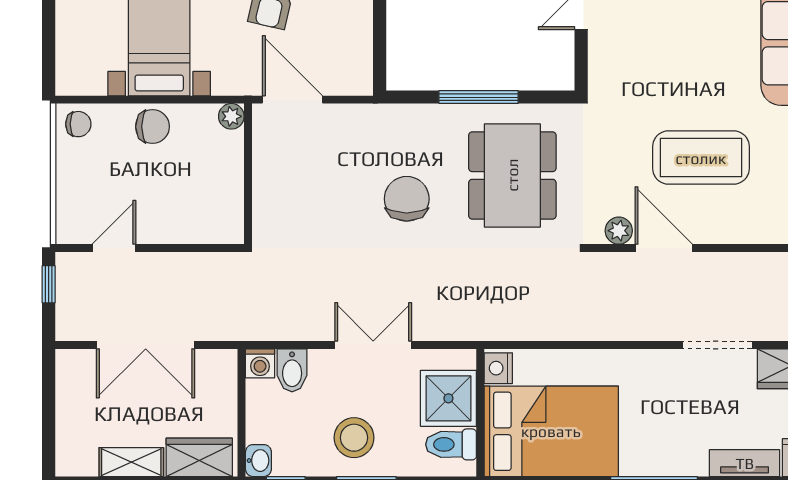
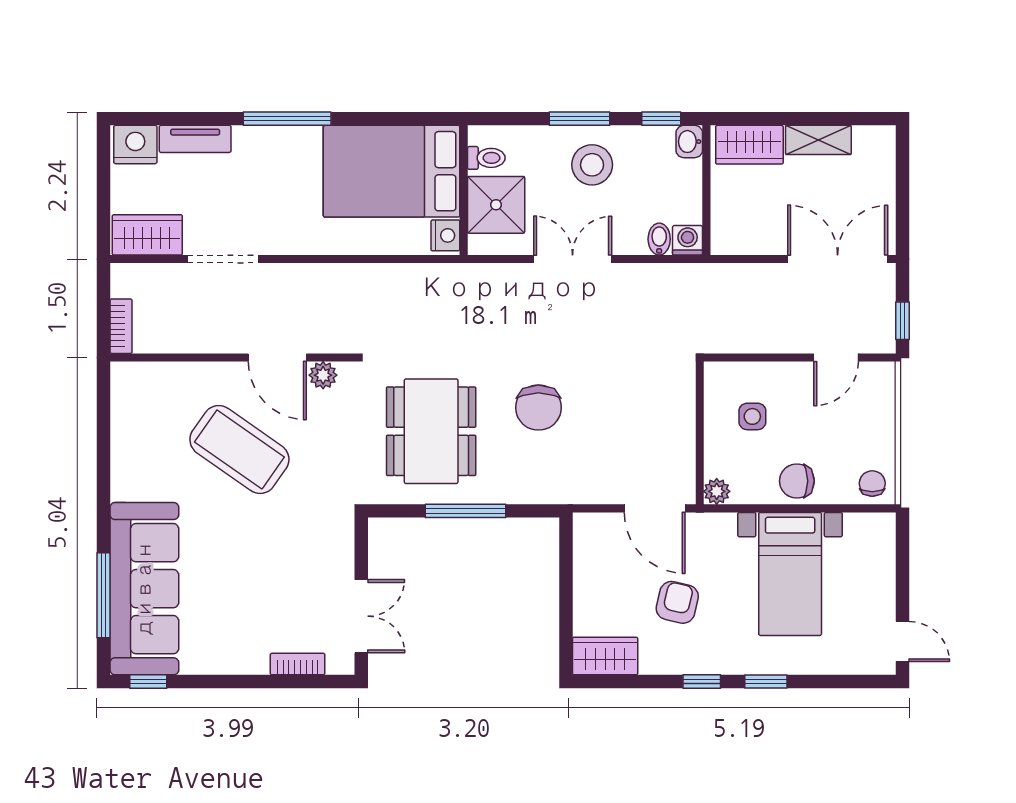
chair: (78, 124) -> (872, 483), turned 90
coffee table: (701, 158) -> (239, 449), turned 35
side table: (196, 190) -> (752, 416), added
double door: (146, 345) -> (838, 259), moved
double door: (373, 345) -> (573, 259), swing flipped
bidet: (292, 370) -> (659, 239), width x0.72, depth x0.74
toilet: (451, 444) -> (486, 158), width x0.73, depth x0.72

